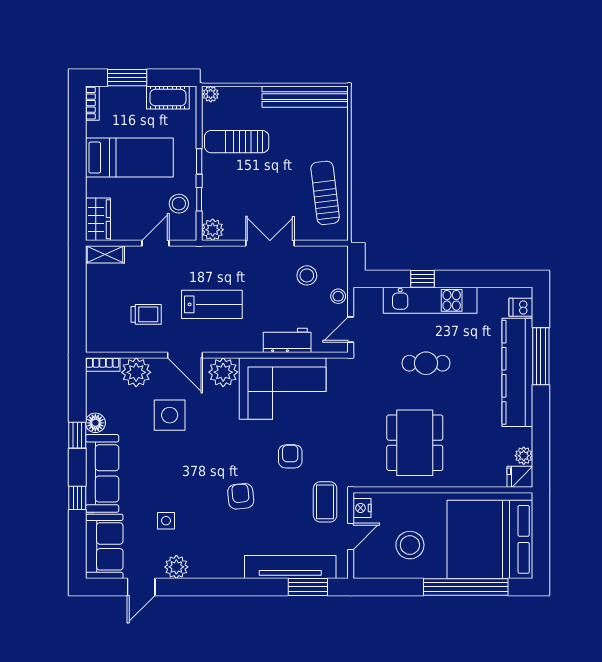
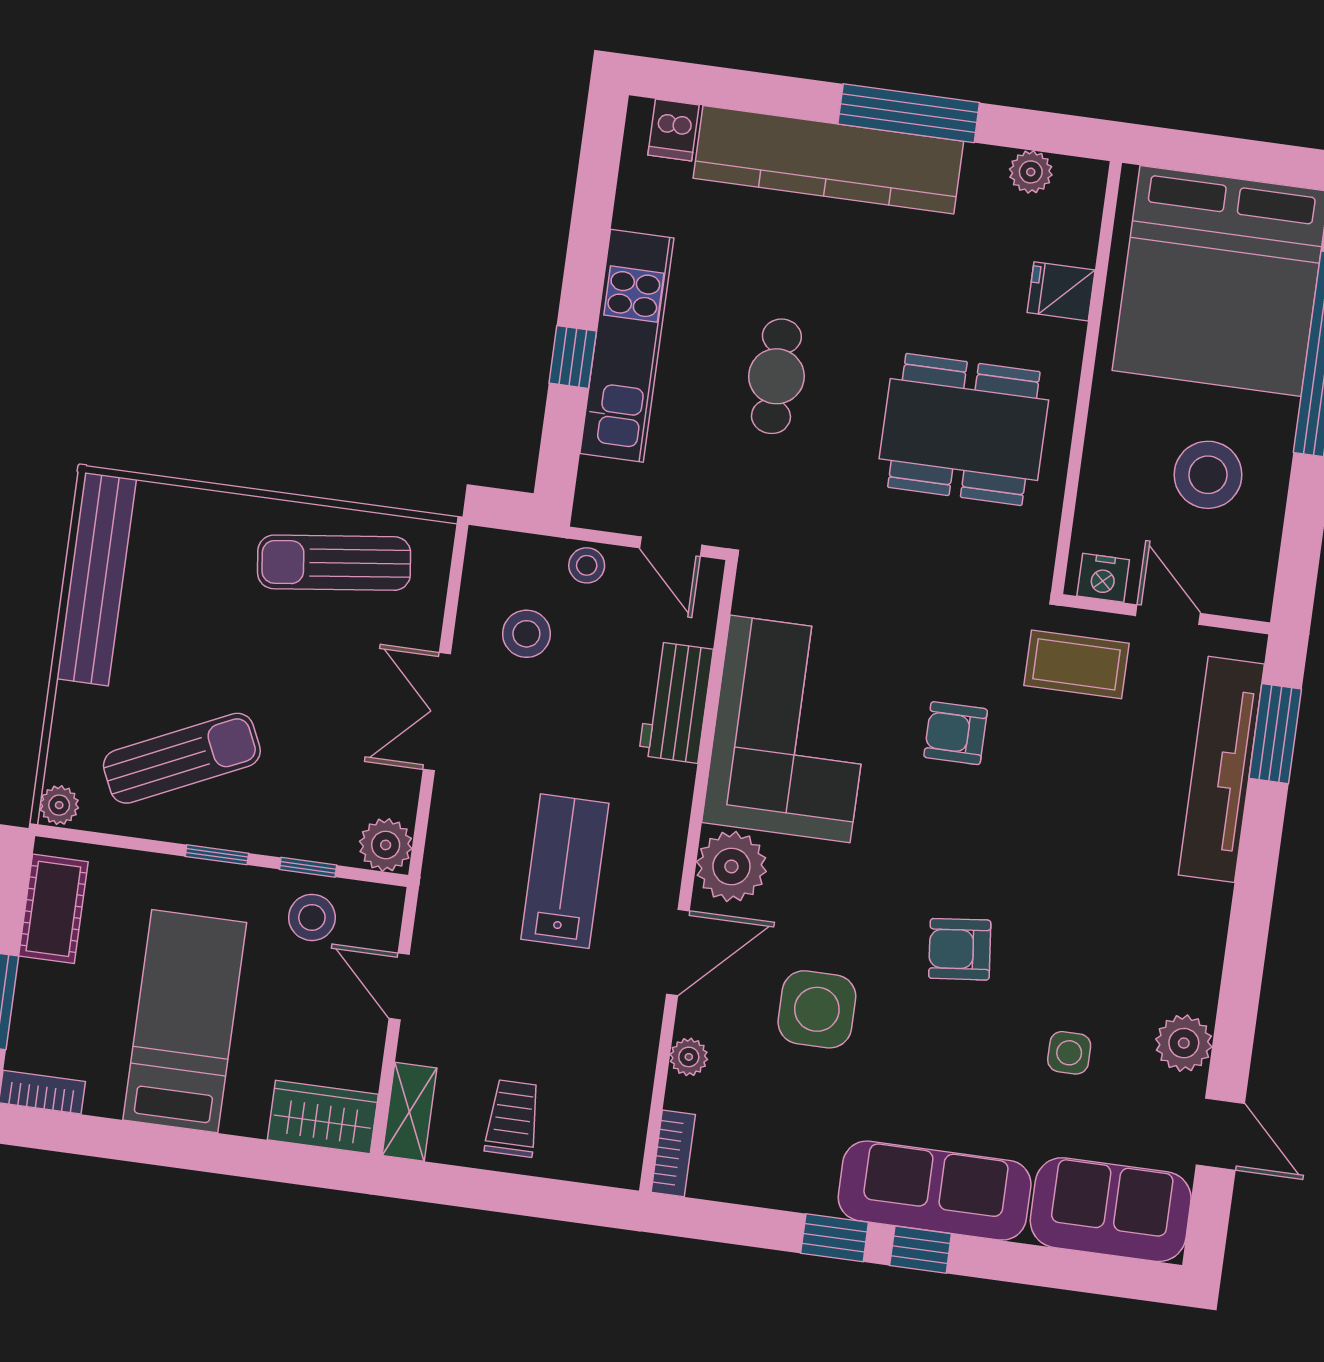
sun lounger: (237, 142) -> (182, 758), turned -115
trolley: (146, 314) -> (513, 1118), moved
window: (541, 356) -> (909, 113), moved
plant: (136, 372) -> (689, 1057), width x0.53, depth x0.53
floor lamp: (95, 423) -> (811, 1190), removed
fridge: (520, 477) -> (1061, 291), moved, turned 90
armchair: (241, 496) -> (960, 949), moved
window: (77, 498) -> (921, 1250), moved

